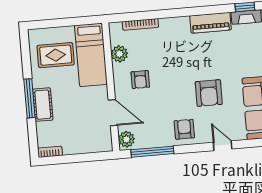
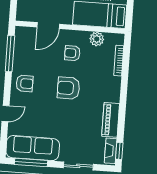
armchair: (209, 93) -> (68, 88), moved
plant: (126, 139) -> (24, 33), removed

